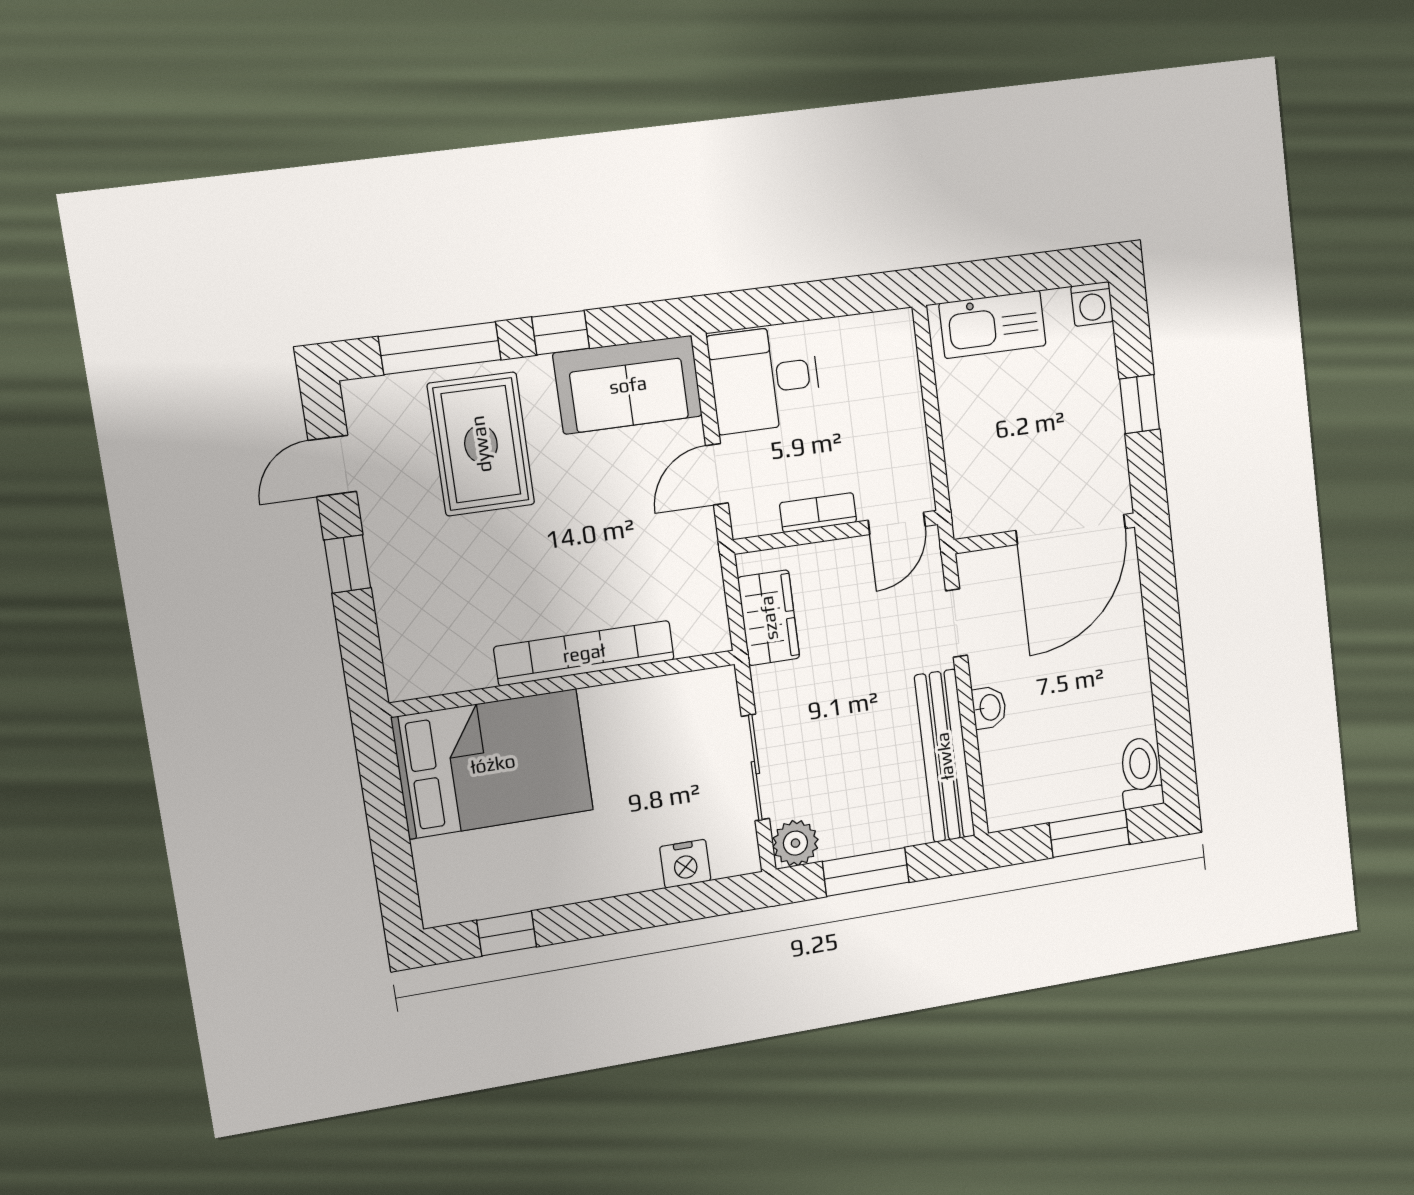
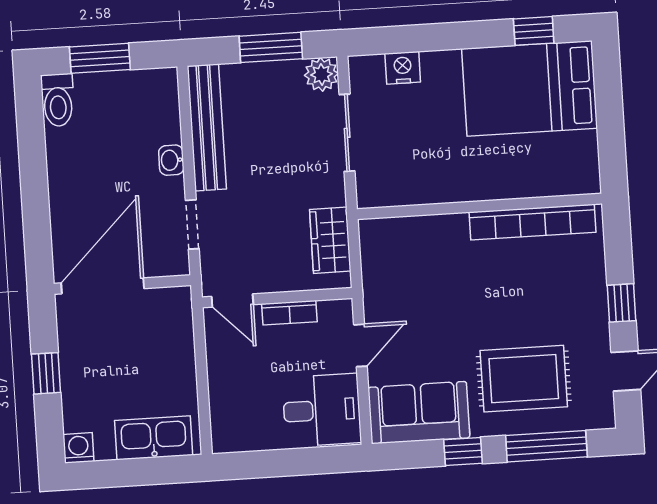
rug: (481, 444) -> (524, 379), turned 90
door: (897, 523) -> (232, 301), swing flipped
bookcase: (584, 653) -> (533, 222), moved
bed: (493, 764) -> (530, 88), moved

